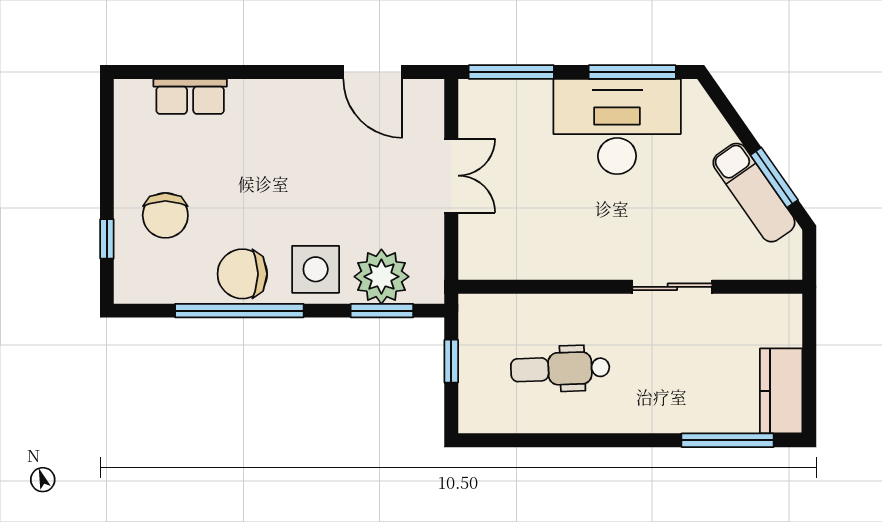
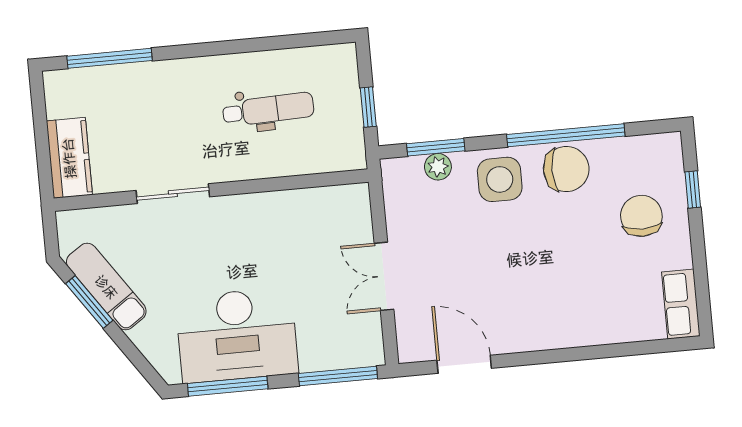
row of seats: (190, 96) -> (681, 304), moved, turned -90
plant: (381, 277) -> (438, 167), width x0.53, depth x0.53
kitchen counter: (781, 391) -> (69, 158), moved

